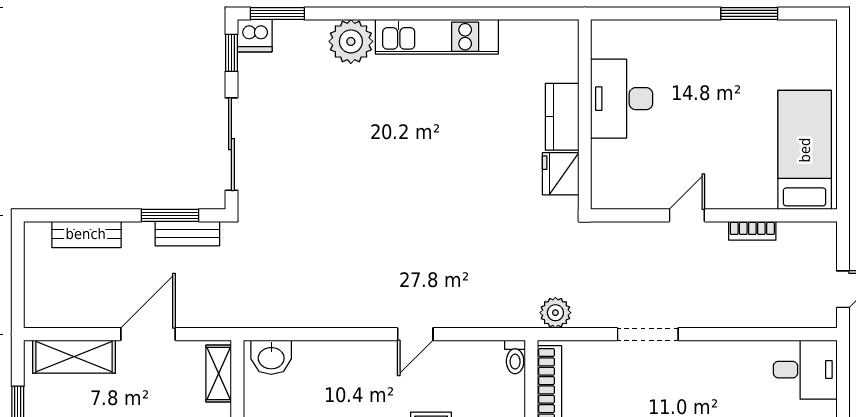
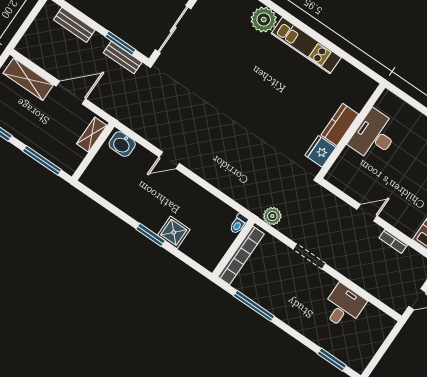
door: (415, 334) -> (169, 160), moved
desk: (805, 370) -> (343, 306), moved, turned -90

